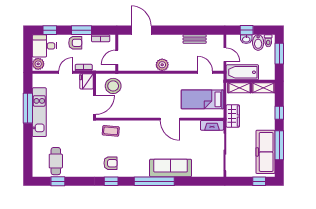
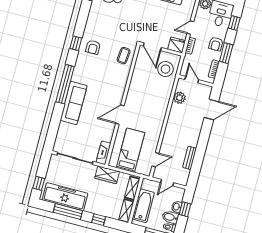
plant: (162, 65) -> (179, 98), moved
door: (66, 72) -> (190, 28), swing flipped
bathtub: (242, 72) -> (143, 206), moved

